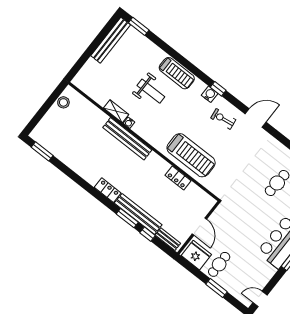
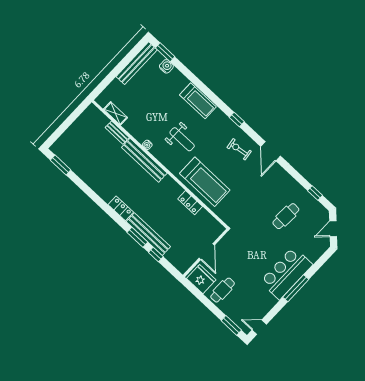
weight bench: (151, 91) -> (182, 139), moved
water cooler: (210, 94) -> (166, 66), moved
stool: (63, 102) -> (85, 119), removed
shelving: (116, 111) -> (116, 113), moved
door: (256, 118) -> (271, 151), swing flipped
bench: (168, 239) -> (117, 133), moved
window: (216, 288) -> (231, 325), moved

